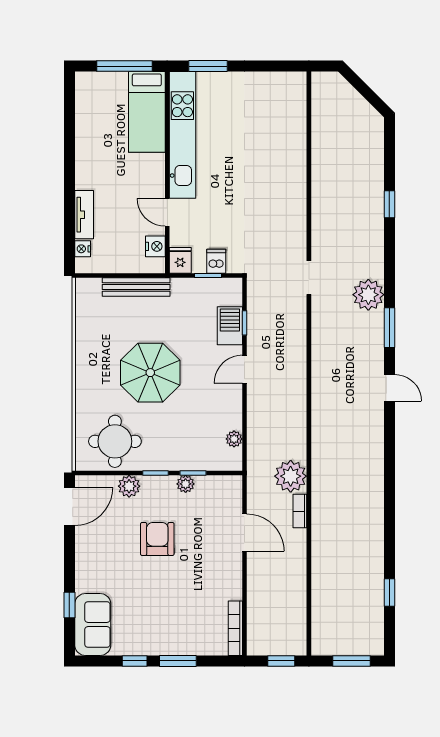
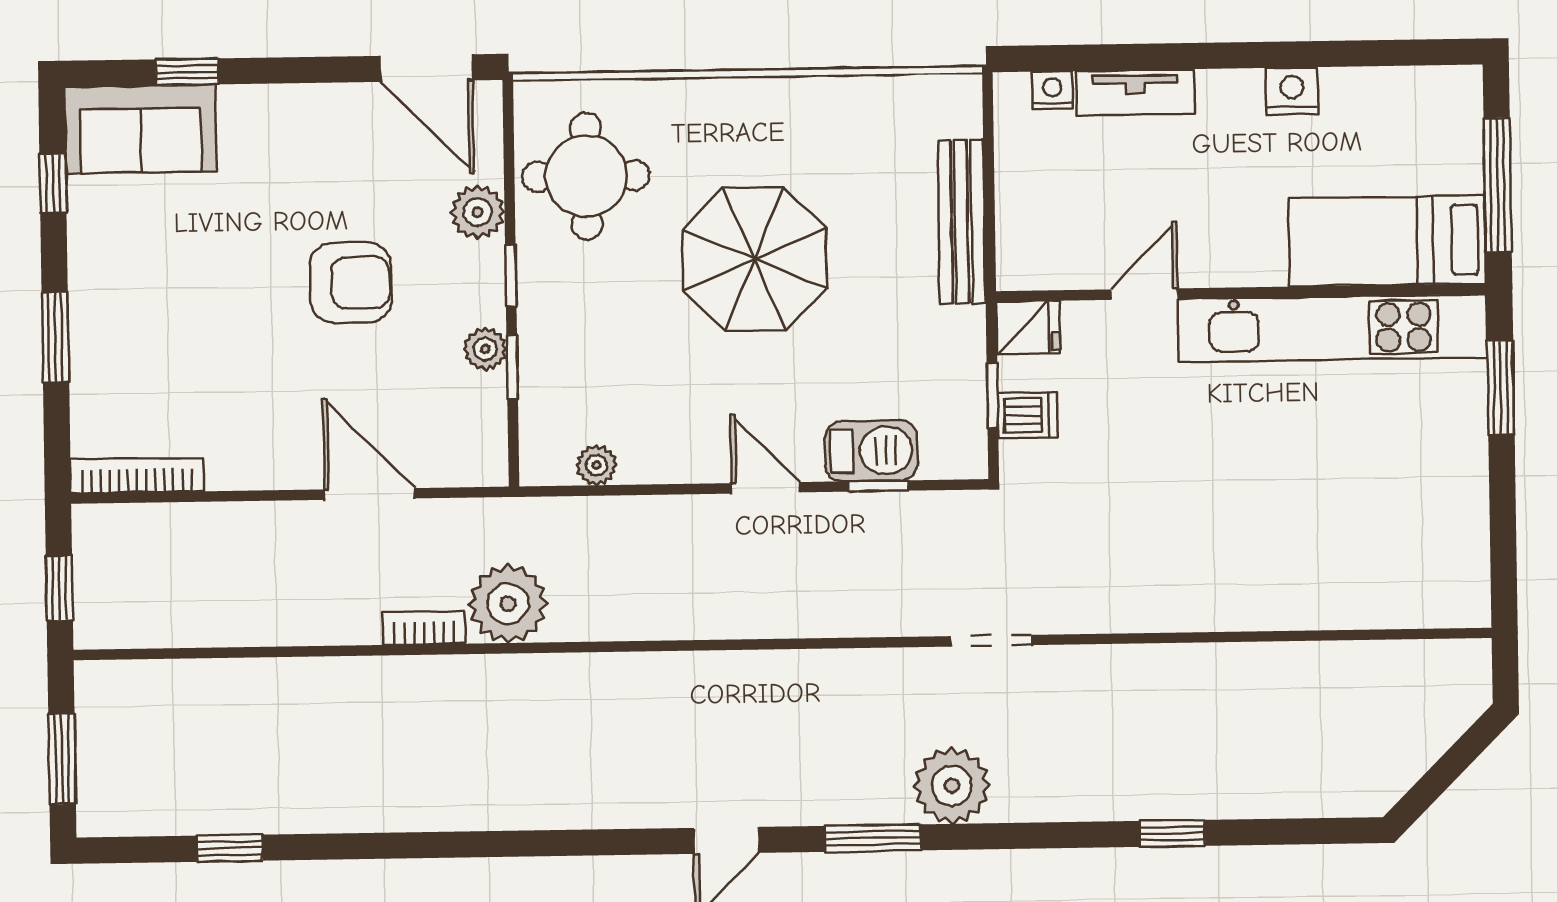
nightstand: (155, 246) -> (1292, 91), moved, turned 180
door: (244, 533) -> (370, 494), swing flipped
window: (135, 661) -> (53, 183), moved

